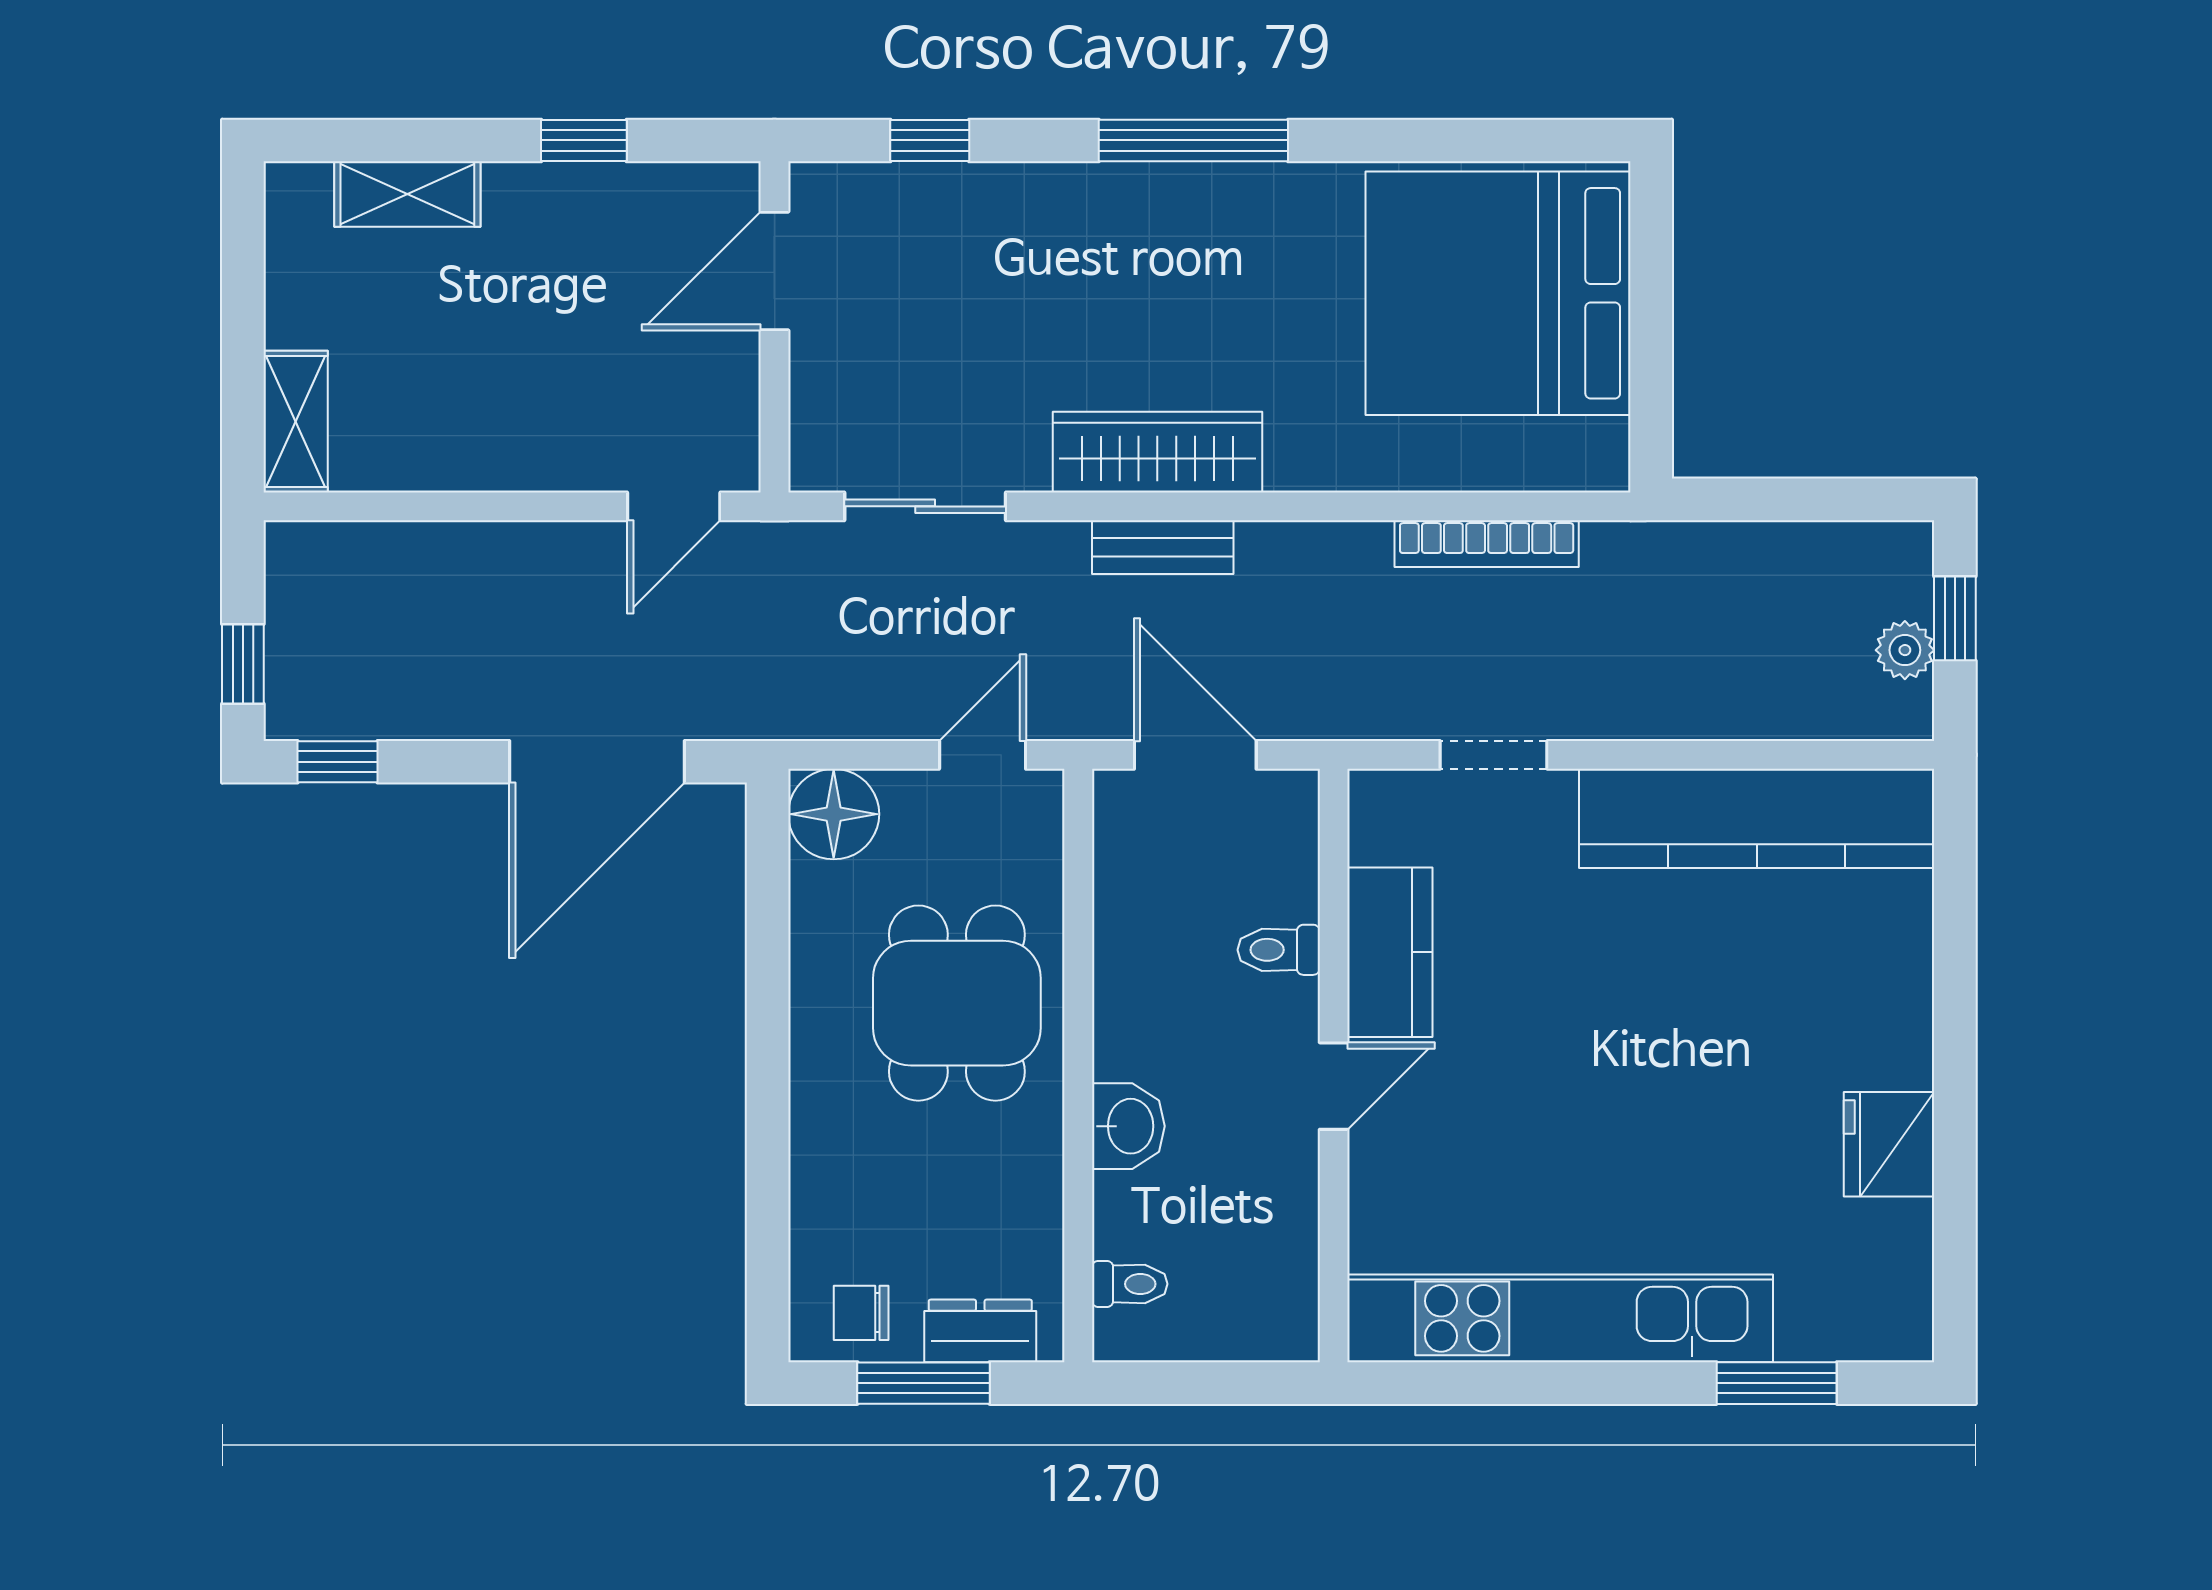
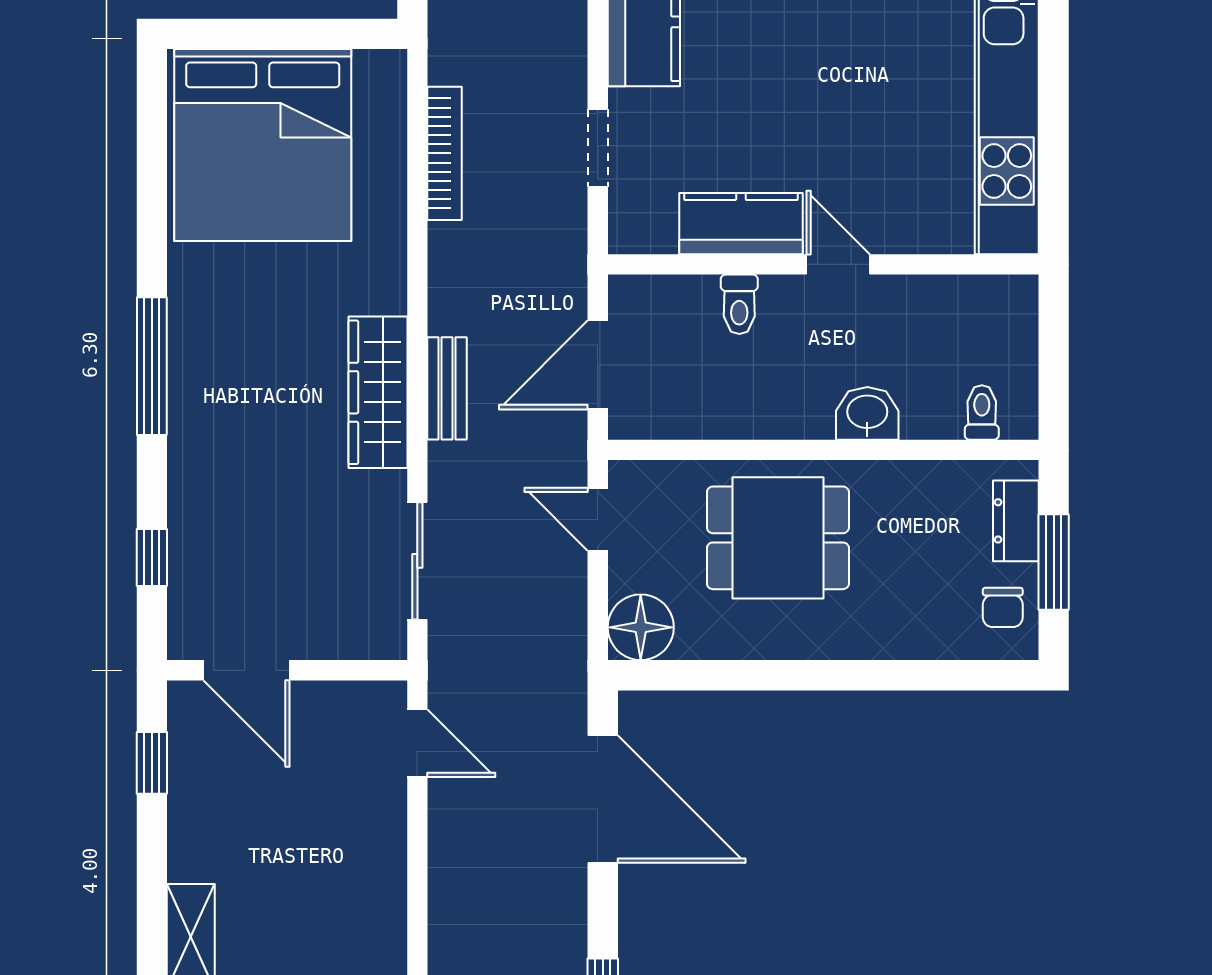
window: (584, 140) -> (152, 763), moved

